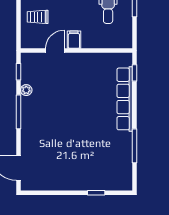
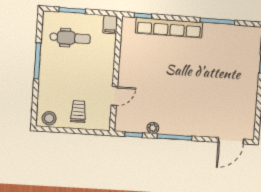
trolley: (38, 17) -> (78, 112), turned 180
filing cabinet: (74, 40) -> (110, 25), moved, turned -90
door: (55, 51) -> (114, 96), swing flipped

